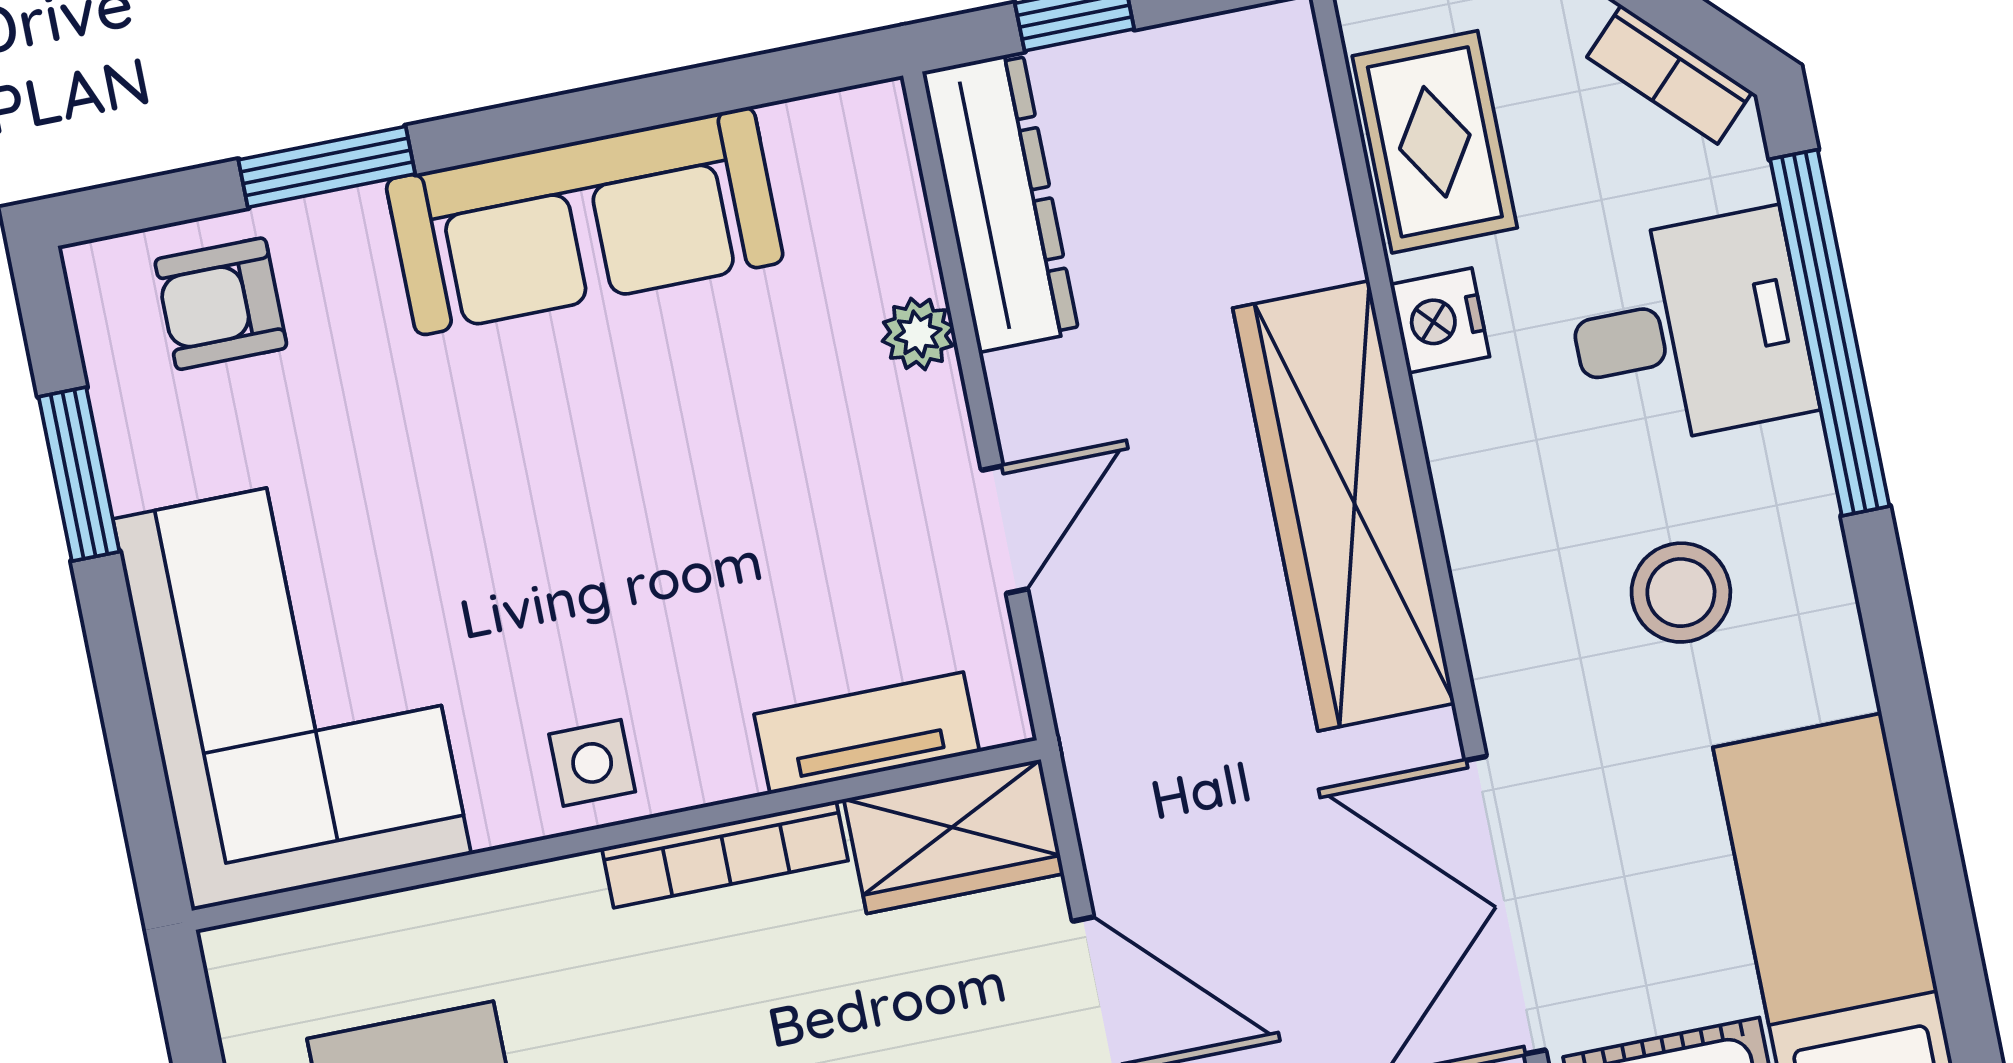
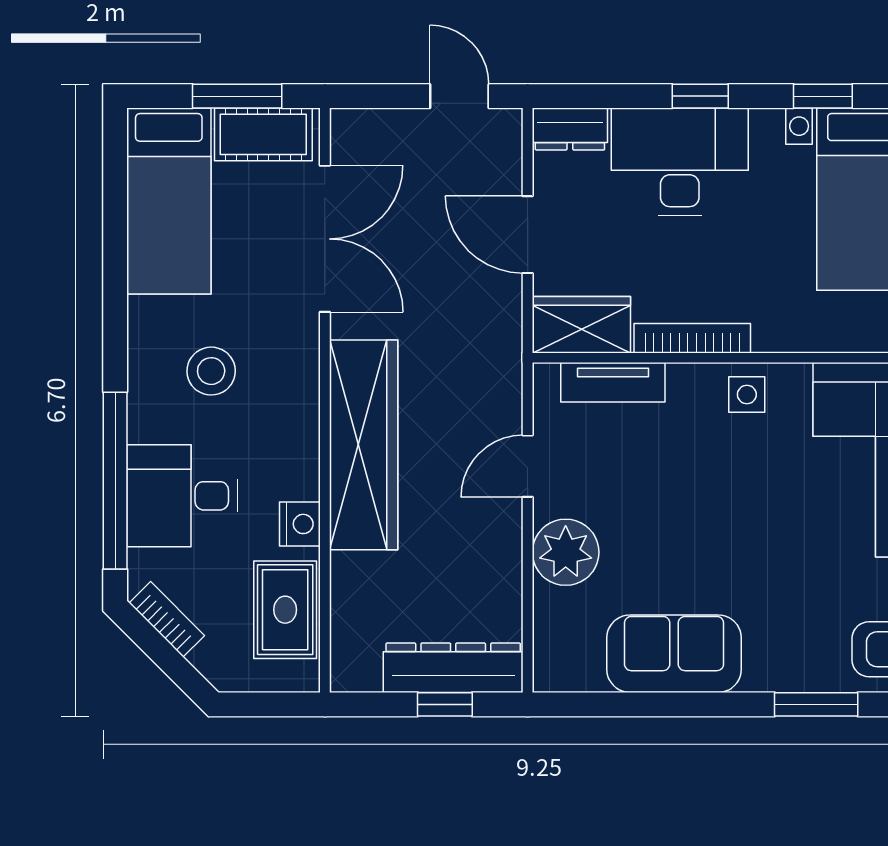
dresser: (1001, 202) -> (453, 668), moved, turned 90
sofa: (585, 221) -> (674, 654), width x0.73
plant: (918, 334) -> (566, 552), width x1.87, depth x1.87

